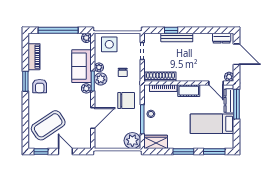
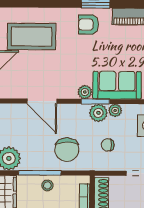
coffee table: (48, 125) -> (32, 36), turned -56

